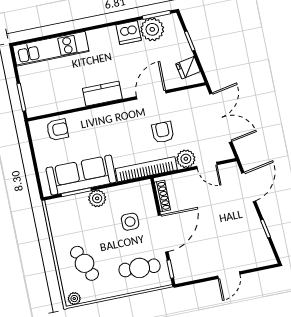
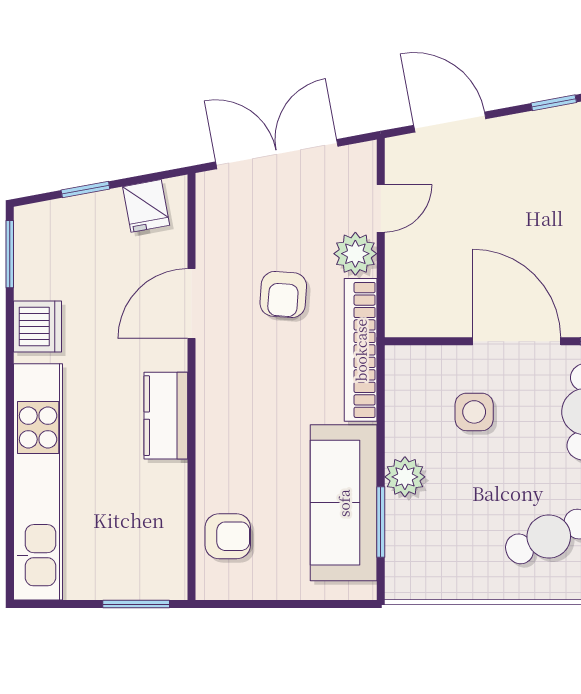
plant: (152, 29) -> (41, 270), removed
kitchen unit: (51, 49) -> (38, 482), width x1.36
door: (151, 95) -> (191, 304), hinge flipped
armchair: (57, 130) -> (228, 536), turned 90
armchair: (163, 132) -> (283, 294), turned -86
shoe rack: (162, 196) -> (430, 325), removed

